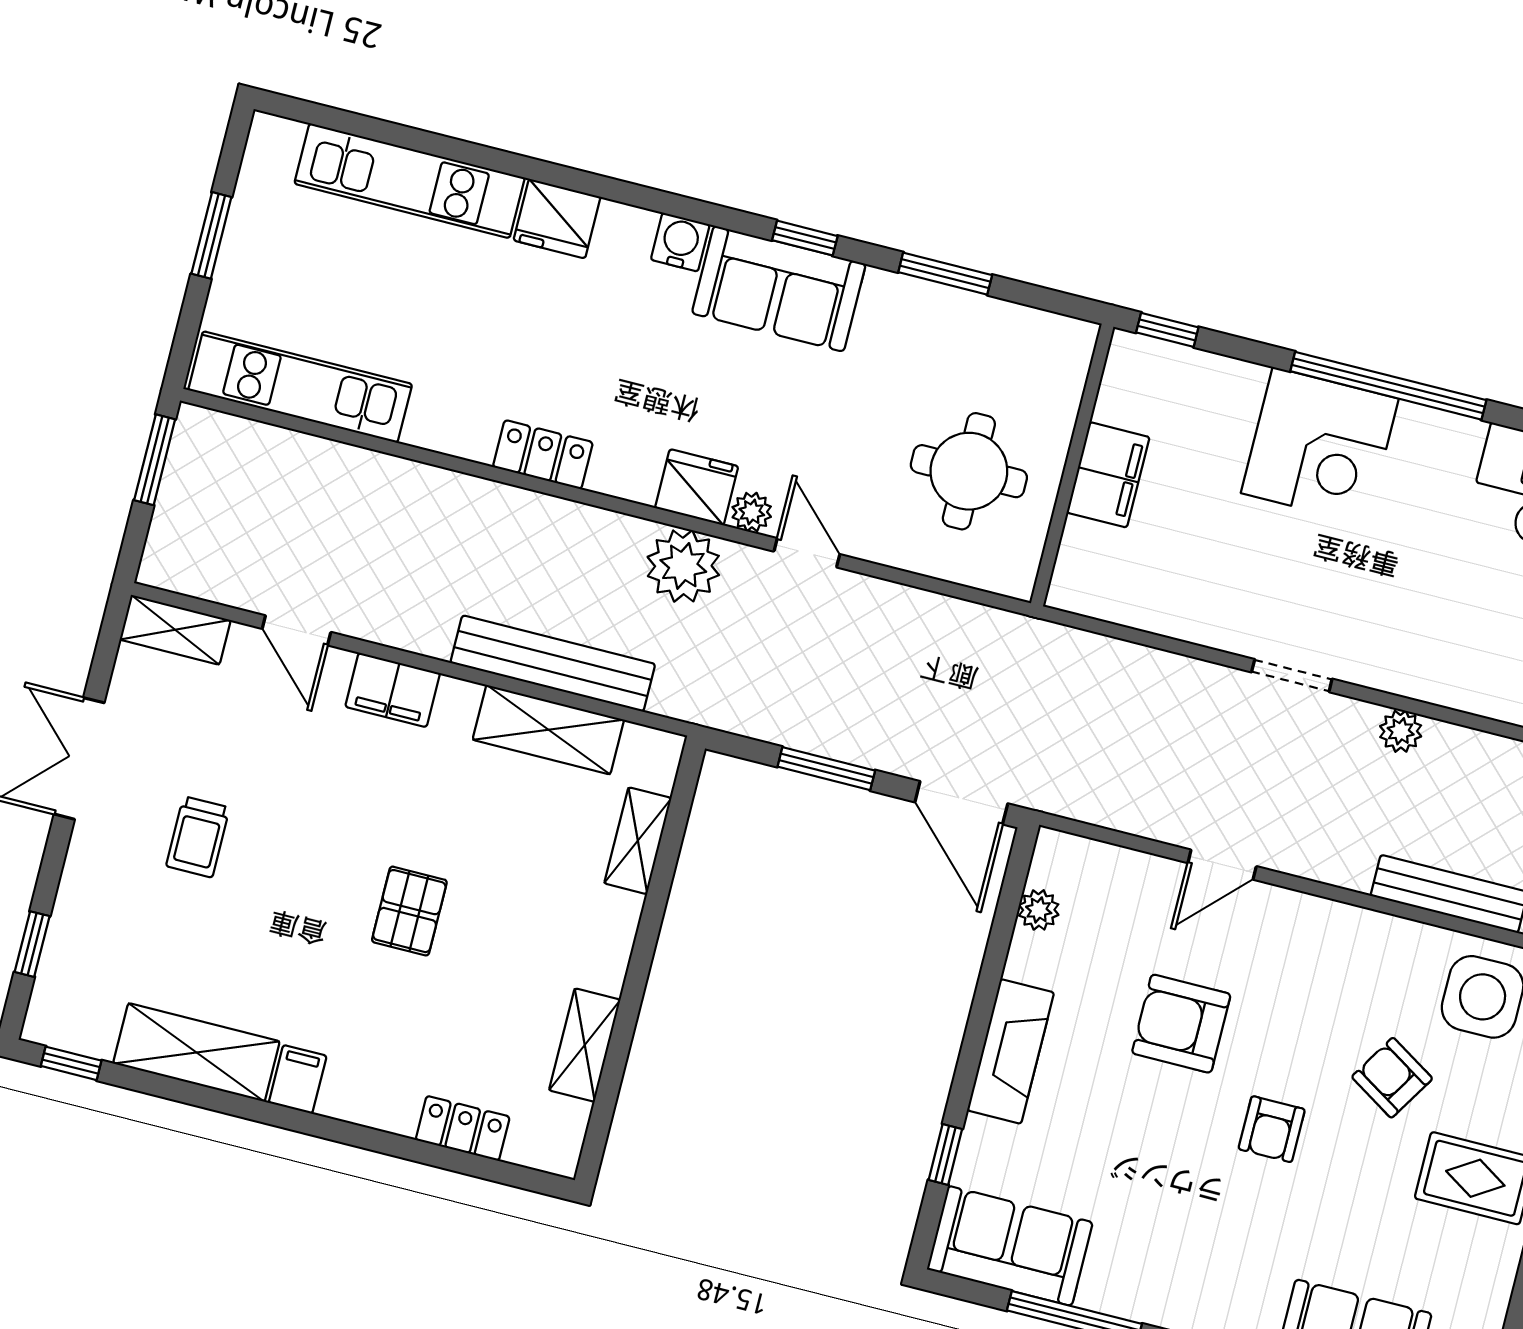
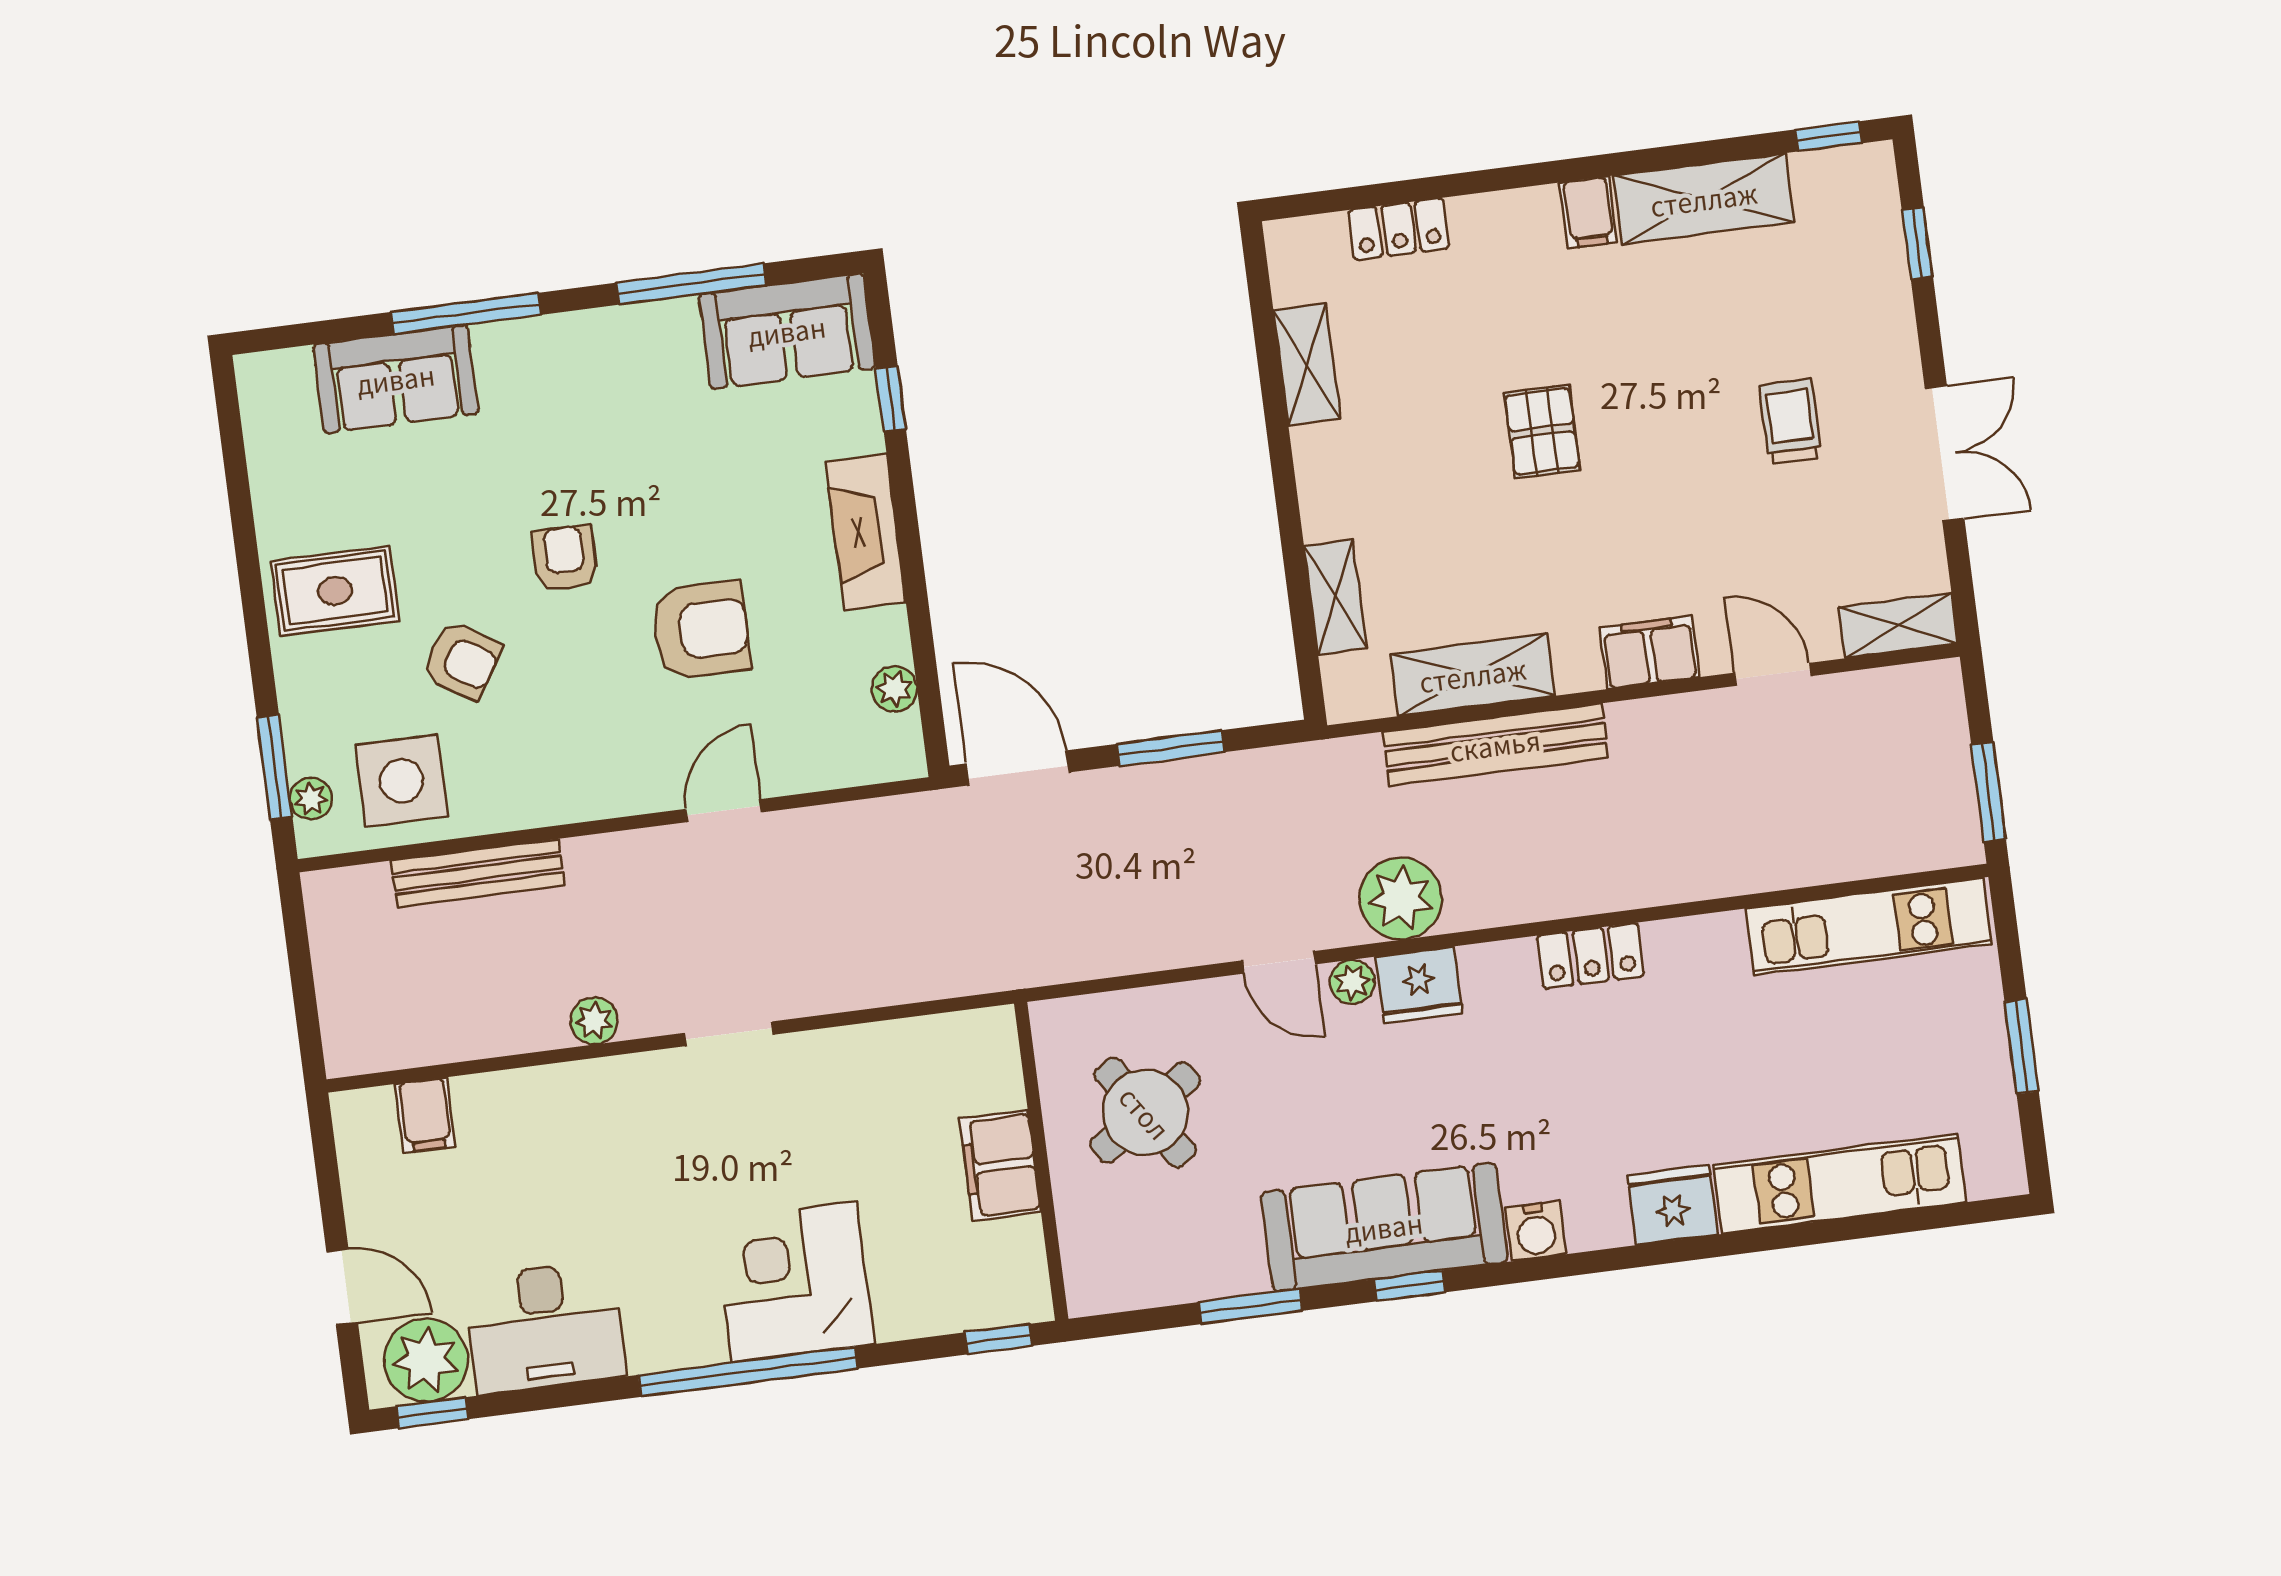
sofa: (779, 289) -> (1384, 1227), width x1.36
round table: (969, 471) -> (1145, 1113), turned -34

